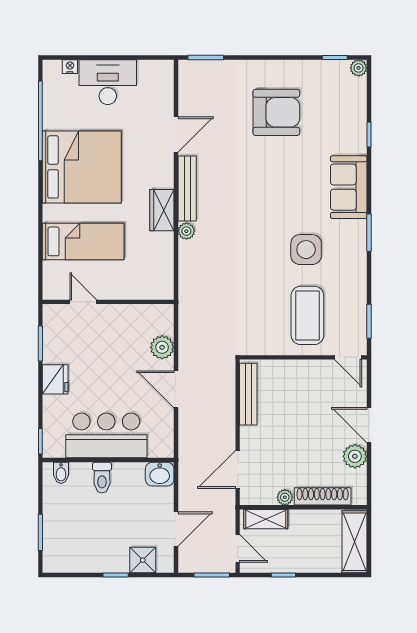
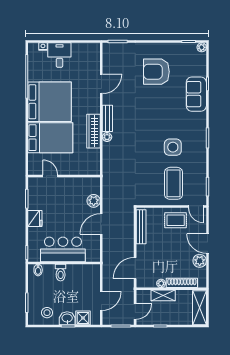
desk: (108, 82) -> (59, 55), width x0.73
armchair: (276, 112) -> (156, 72), turned 180
sofa: (349, 187) -> (196, 94), moved
bench: (187, 189) -> (107, 118), width x0.73
wardrobe: (162, 210) -> (94, 131), width x1.50
bed: (83, 241) -> (50, 138), width x1.50
rug: (311, 382) -> (176, 220), added
door: (176, 389) -> (101, 224), hinge flipped
washbasin: (160, 474) -> (67, 318), moved, turned 180
shelving: (266, 519) -> (163, 295), moved
door: (238, 548) -> (135, 311), hinge flipped
stool: (77, 550) -> (47, 313), added

